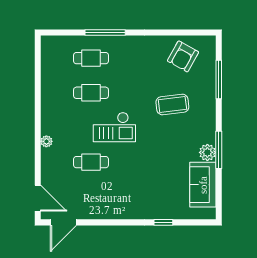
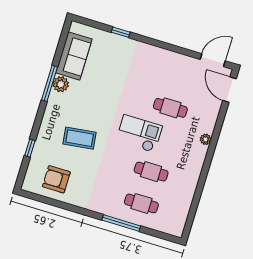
armchair: (183, 56) -> (56, 179), turned -119
window: (219, 80) -> (30, 148), width x0.46

